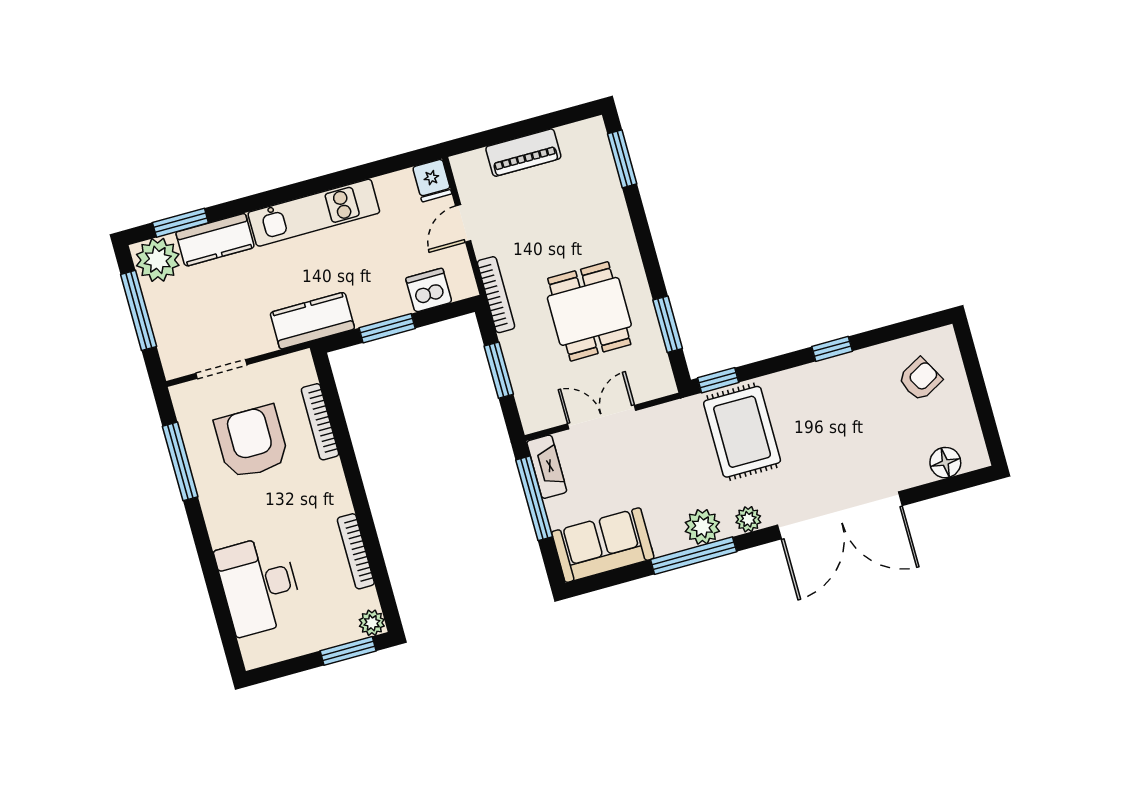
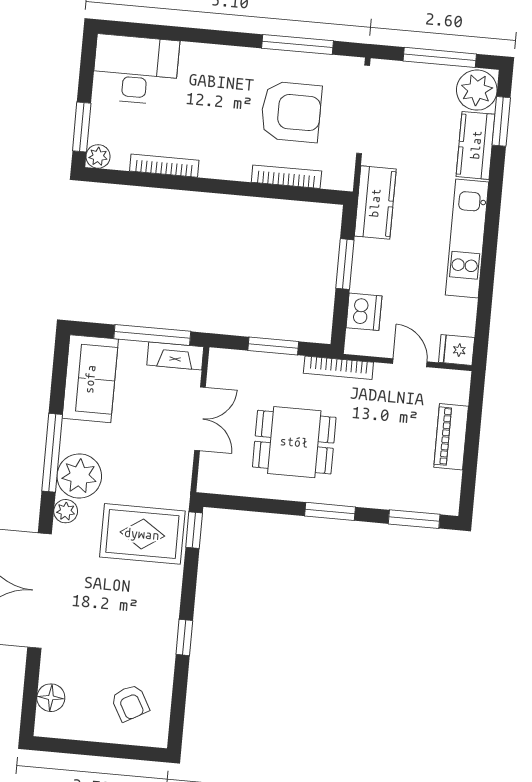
window: (668, 324) -> (330, 511), moved
doorway: (221, 369) -> (363, 109), width x1.87
plant: (702, 527) -> (79, 476), width x1.36, depth x1.36
desk: (259, 585) -> (136, 70), moved

